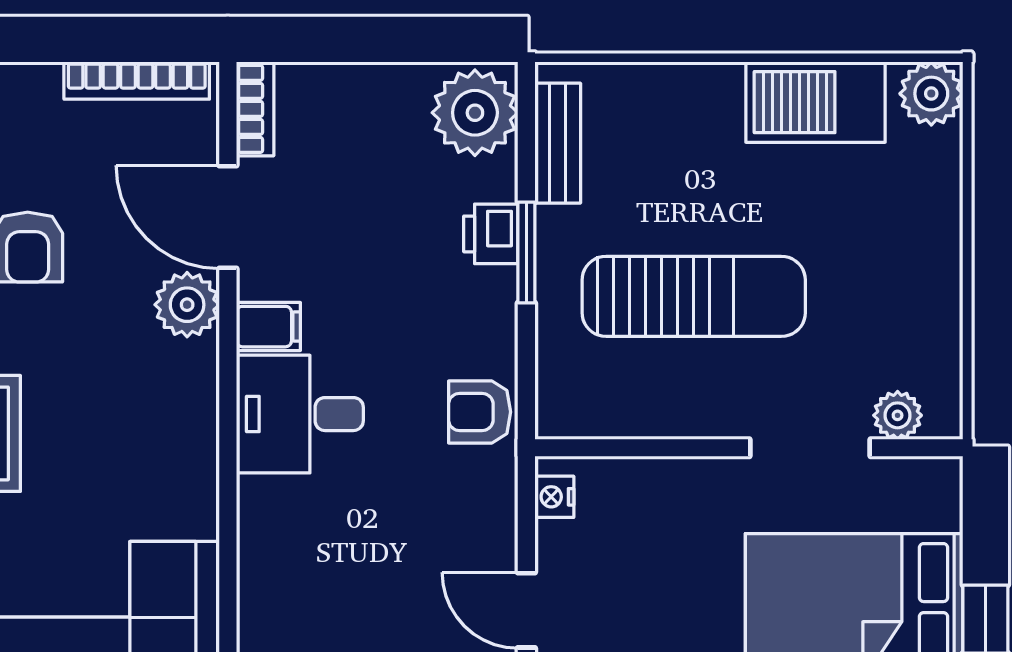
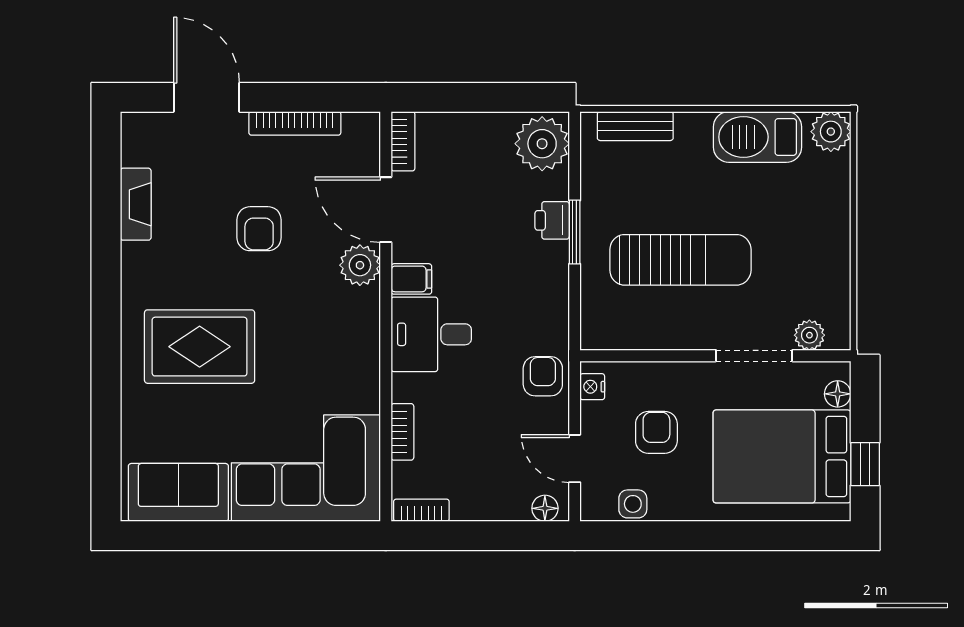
bookcase: (137, 81) -> (295, 123), moved
bench: (558, 143) -> (635, 126), moved, turned 90
armchair: (480, 412) -> (543, 376), moved, turned 90
floor lamp: (942, 508) -> (838, 394), added
bookcase: (254, 568) -> (402, 432), added
armchair: (656, 569) -> (656, 432), added

